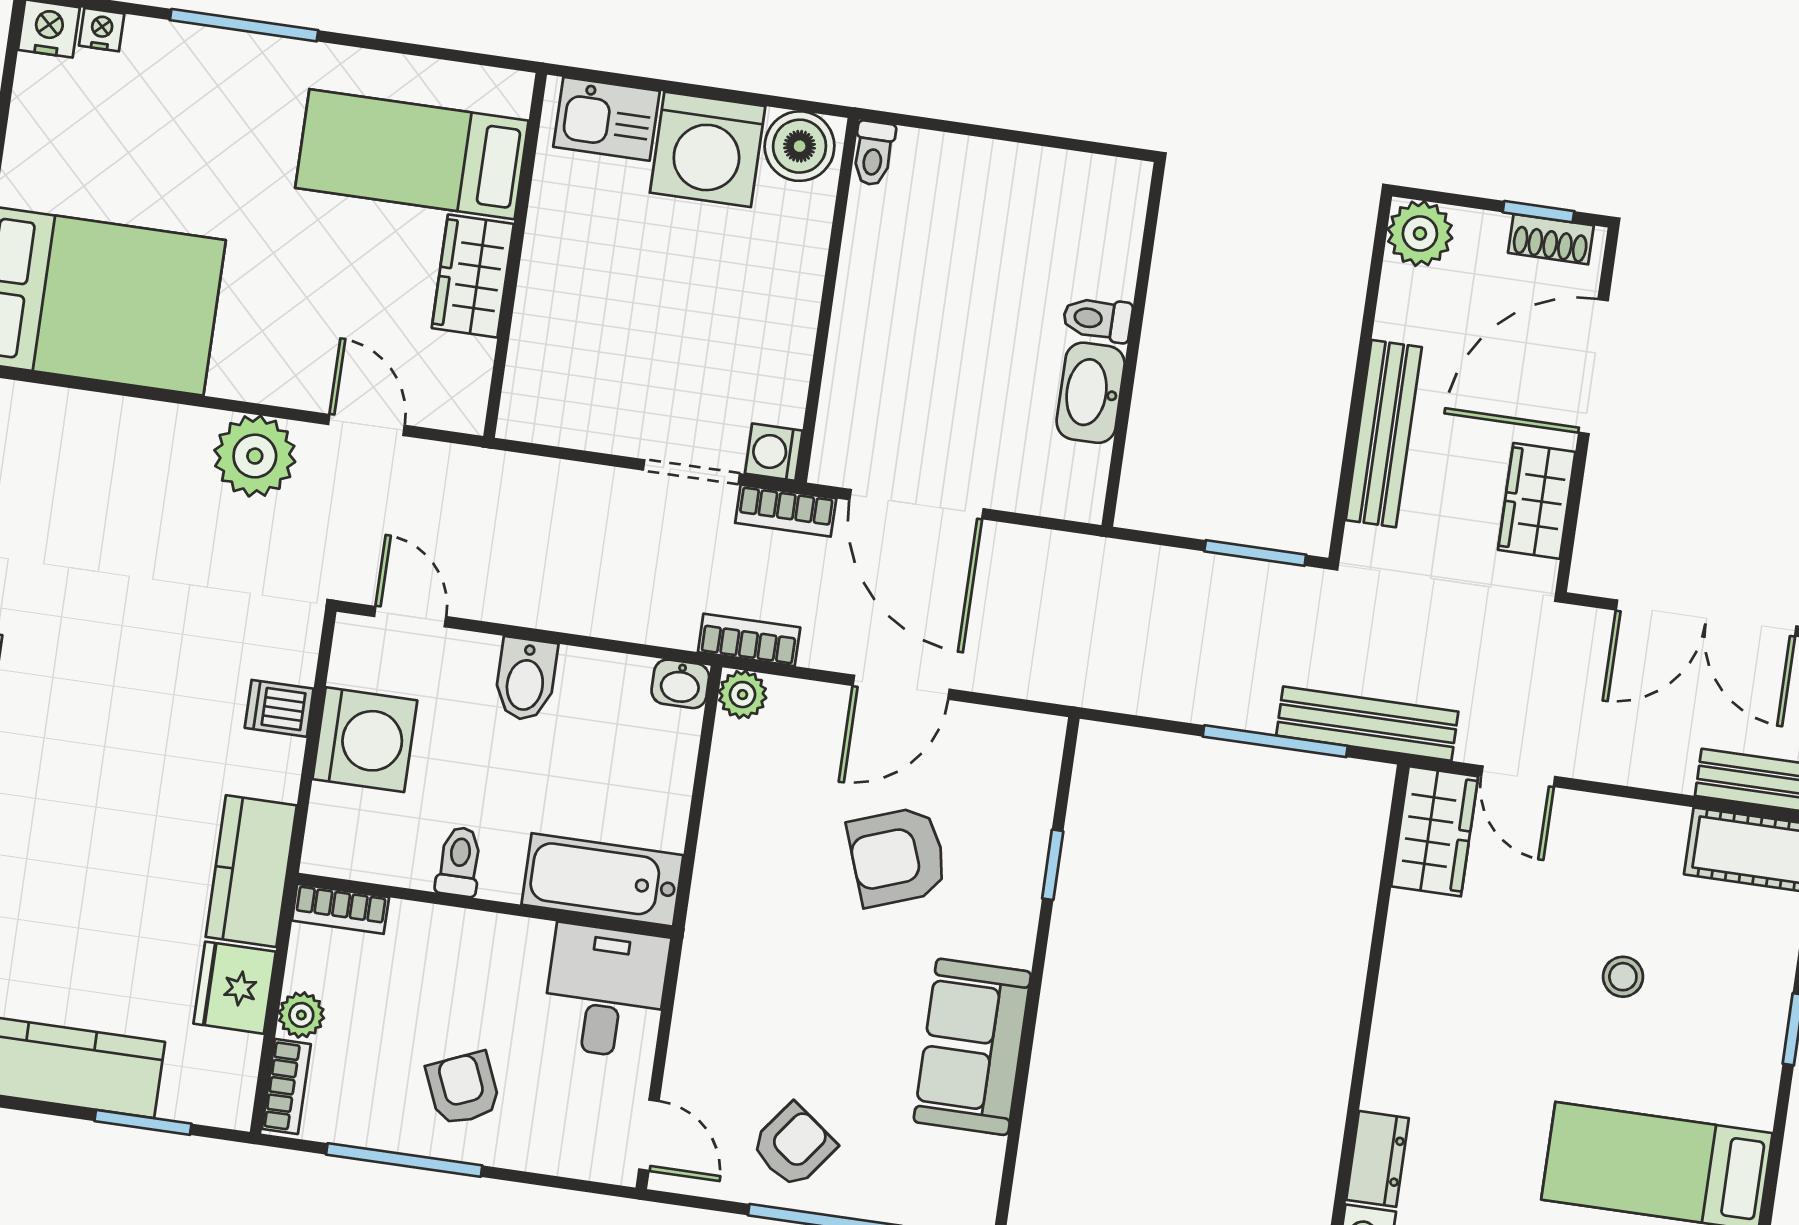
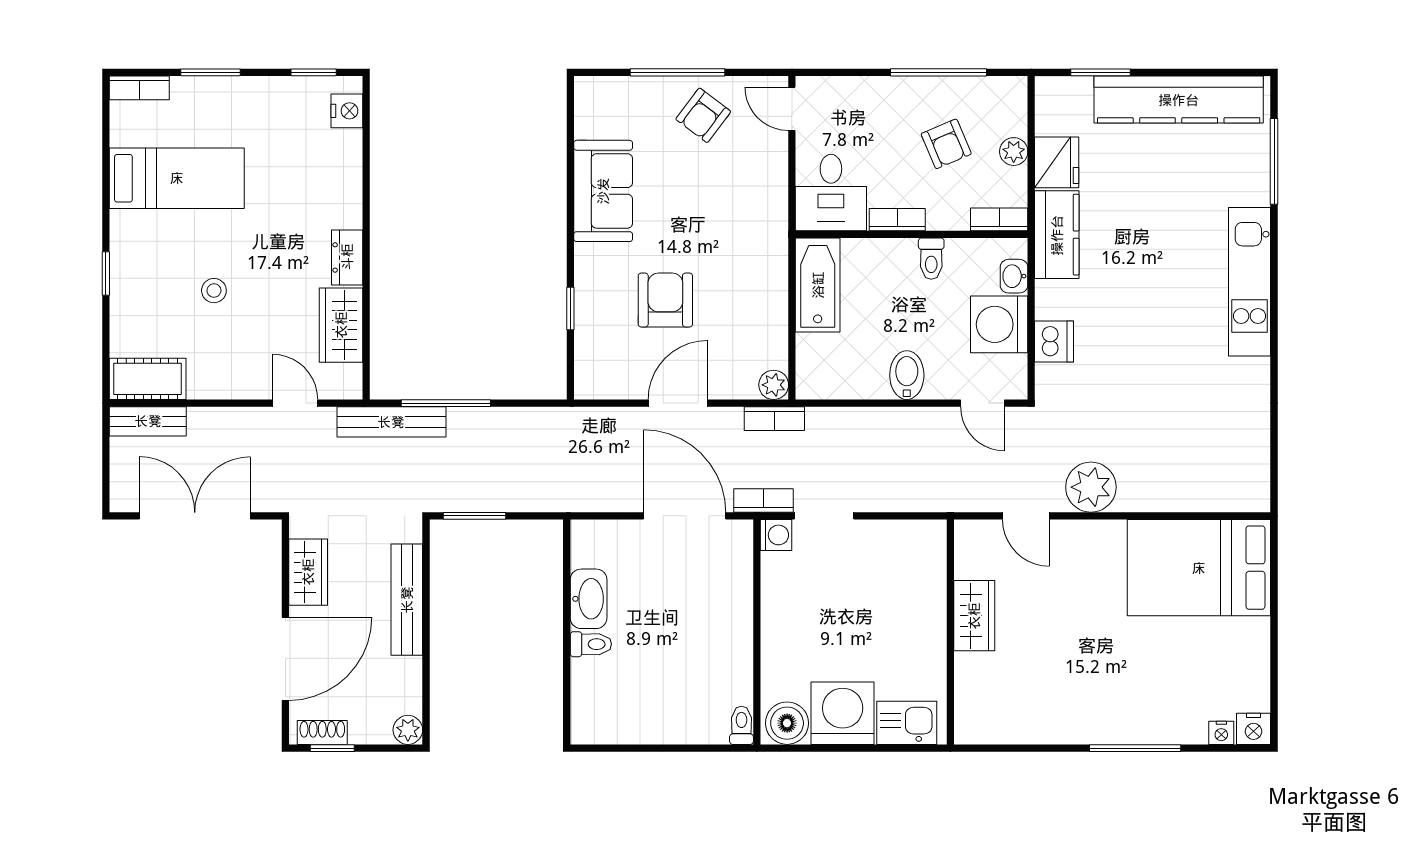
bed: (412, 154) -> (1022, 684), removed
plant: (1420, 233) -> (408, 730), width x0.73, depth x0.73
washbasin: (680, 684) -> (1014, 276), moved, turned -90
dishwasher: (279, 708) -> (1054, 342), width x1.38
wardrobe: (1435, 831) -> (341, 325), moved
armchair: (897, 857) -> (665, 300), turned -70
bathtub: (602, 880) -> (818, 285), moved, turned -90
bookcase: (286, 1086) -> (897, 220), moved, turned 90
armchair: (463, 1089) -> (946, 144), moved
dresser: (1377, 1159) -> (347, 257), moved

